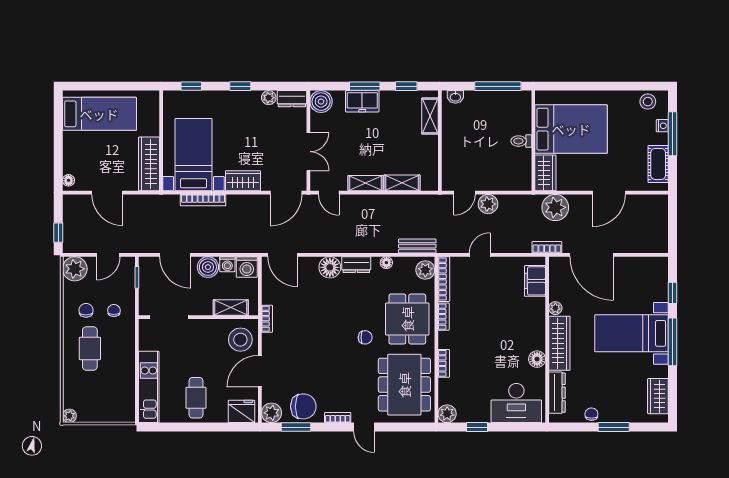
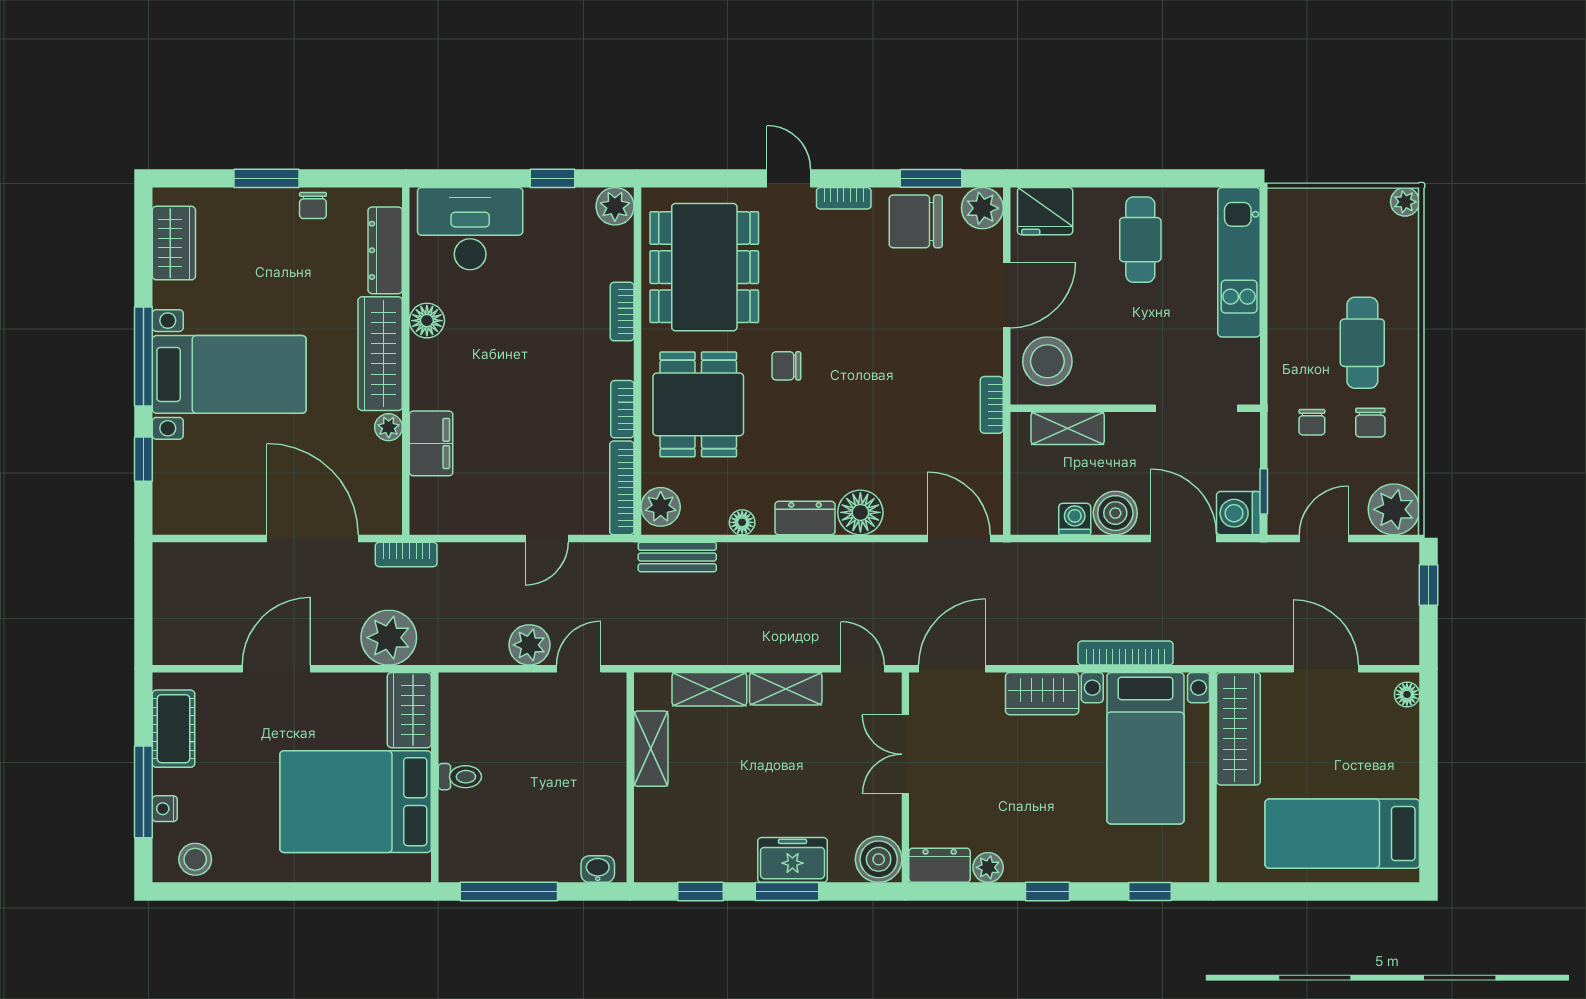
shelving: (430, 116) -> (651, 749), moved
washing machine: (247, 267) -> (1238, 513), moved, turned -90
filing cabinet: (535, 281) -> (431, 443), moved

